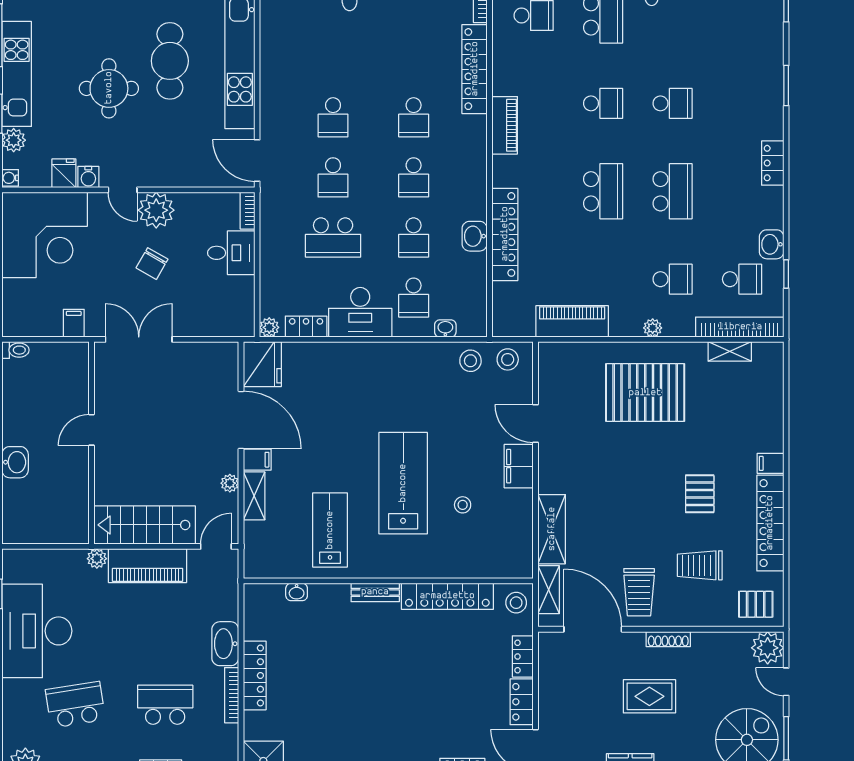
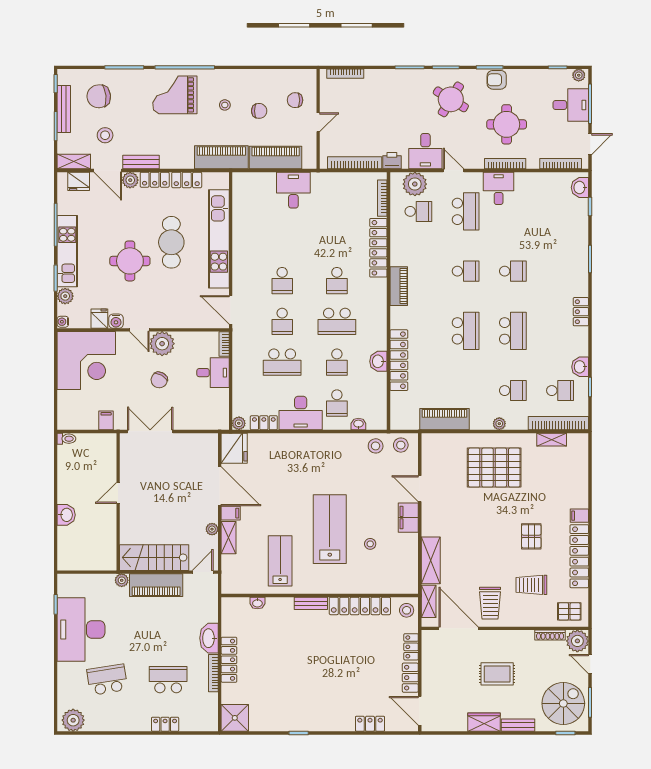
school desk: (414, 177) -> (337, 321), width x1.85
shoe rack: (668, 639) -> (550, 635), moved

